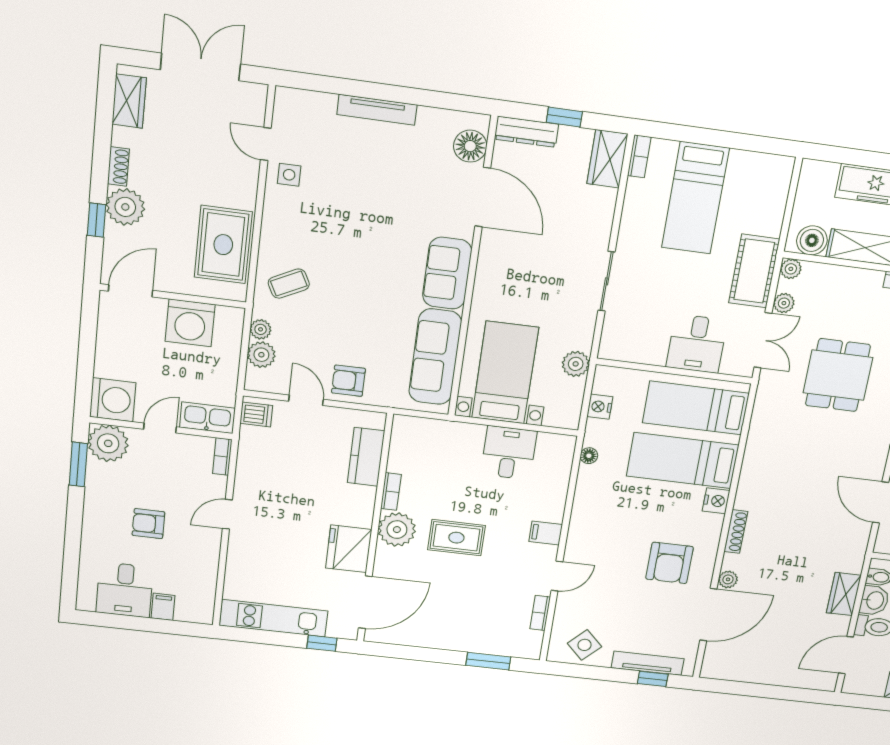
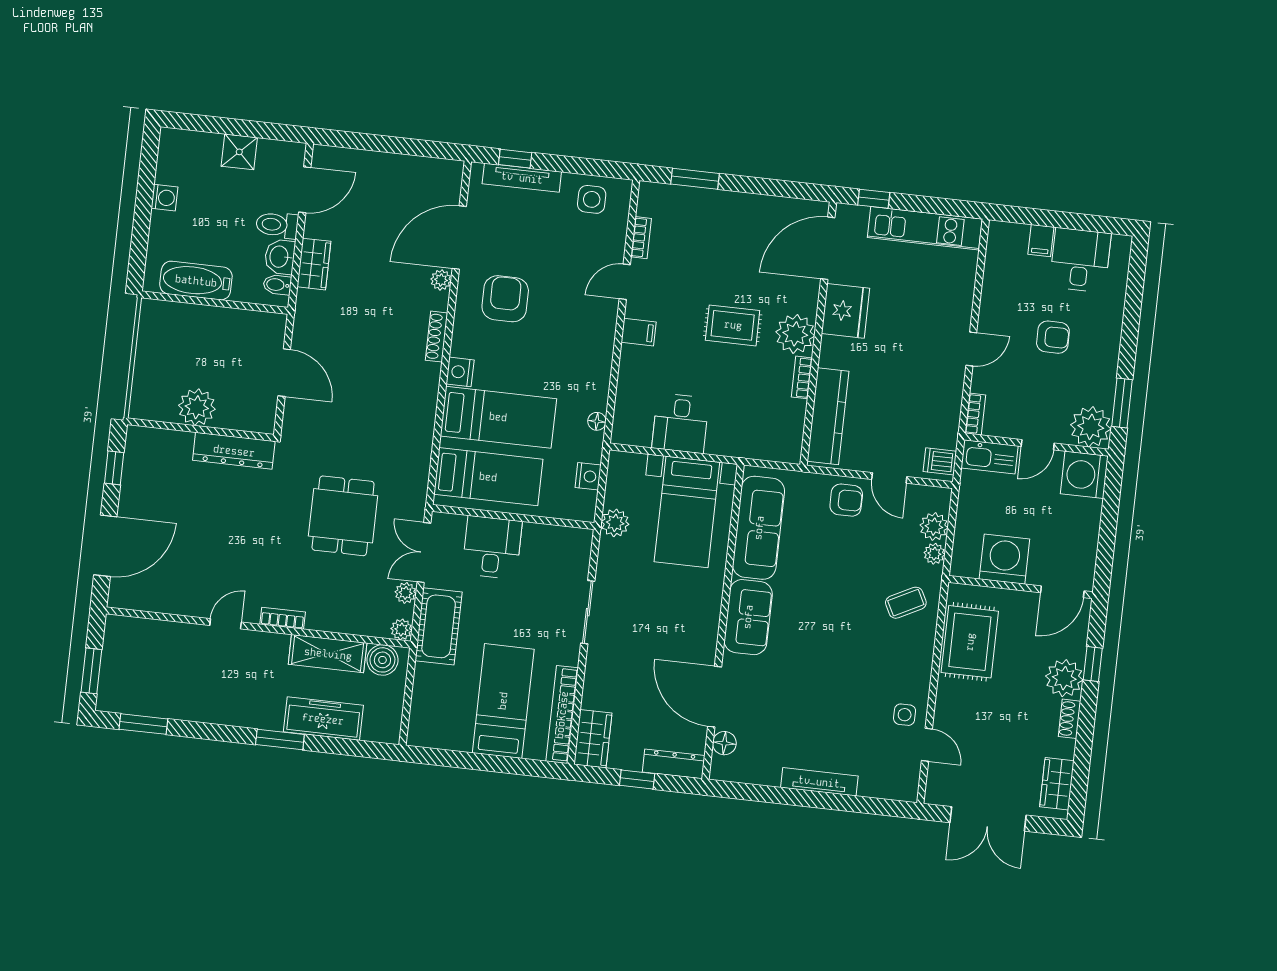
floor lamp: (470, 146) -> (724, 743), width x0.73, depth x0.73
bookcase: (639, 156) -> (562, 715), width x2.31, depth x1.31
kitchen counter: (366, 457) -> (828, 416), width x1.50
side table: (584, 645) -> (592, 199), turned 45

